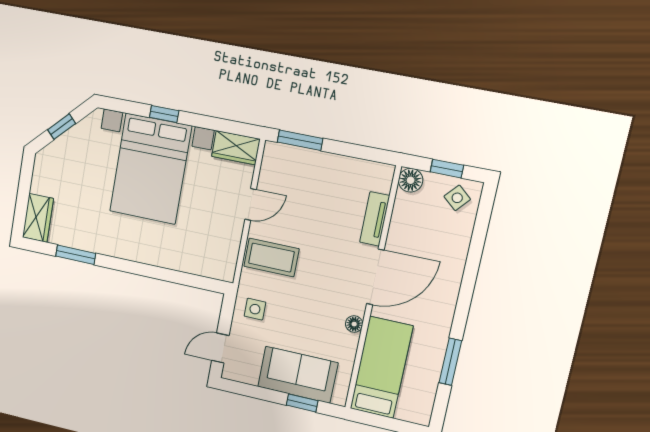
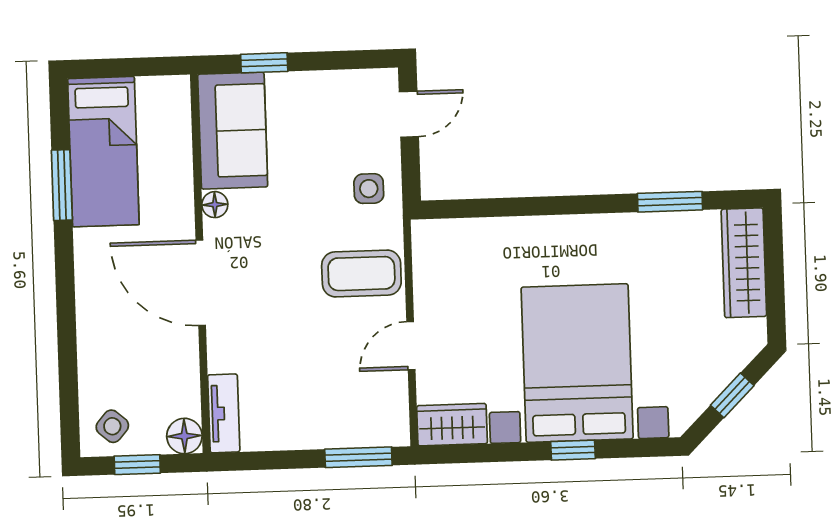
wardrobe: (38, 218) -> (744, 263), width x1.50
tv unit: (375, 219) -> (224, 413), moved
door: (375, 277) -> (201, 283), hinge flipped
bed: (381, 367) -> (103, 152), moved
sofa: (298, 375) -> (233, 131), moved, turned -90

